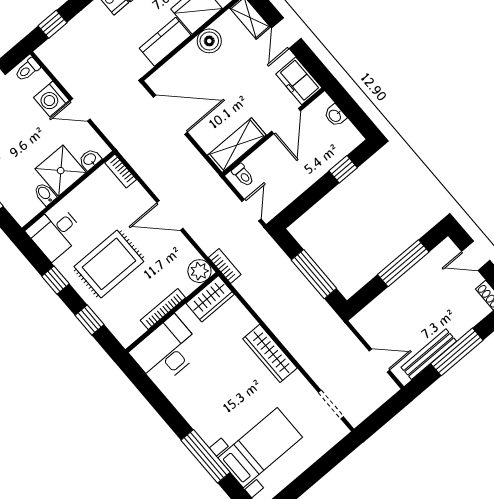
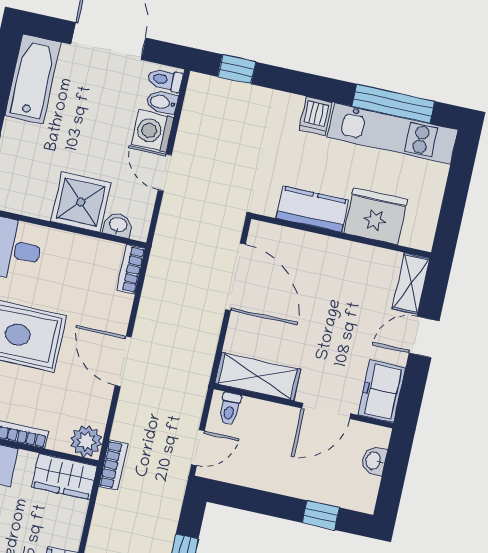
boiler: (209, 41) -> (350, 258), removed
bidet: (45, 194) -> (162, 102), moved, turned -90

